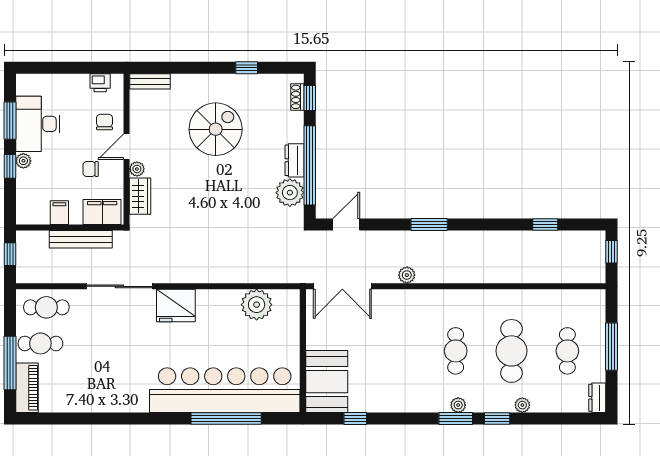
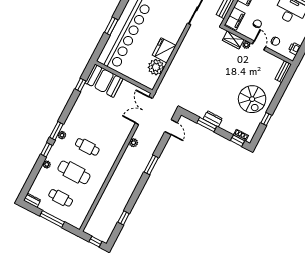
spiral stairs: (216, 129) -> (252, 99), moved
window: (310, 165) -> (207, 125), width x0.47
plant: (290, 193) -> (199, 109), removed
fridge: (176, 306) -> (164, 50), moved
window: (226, 419) -> (111, 26), width x0.47

